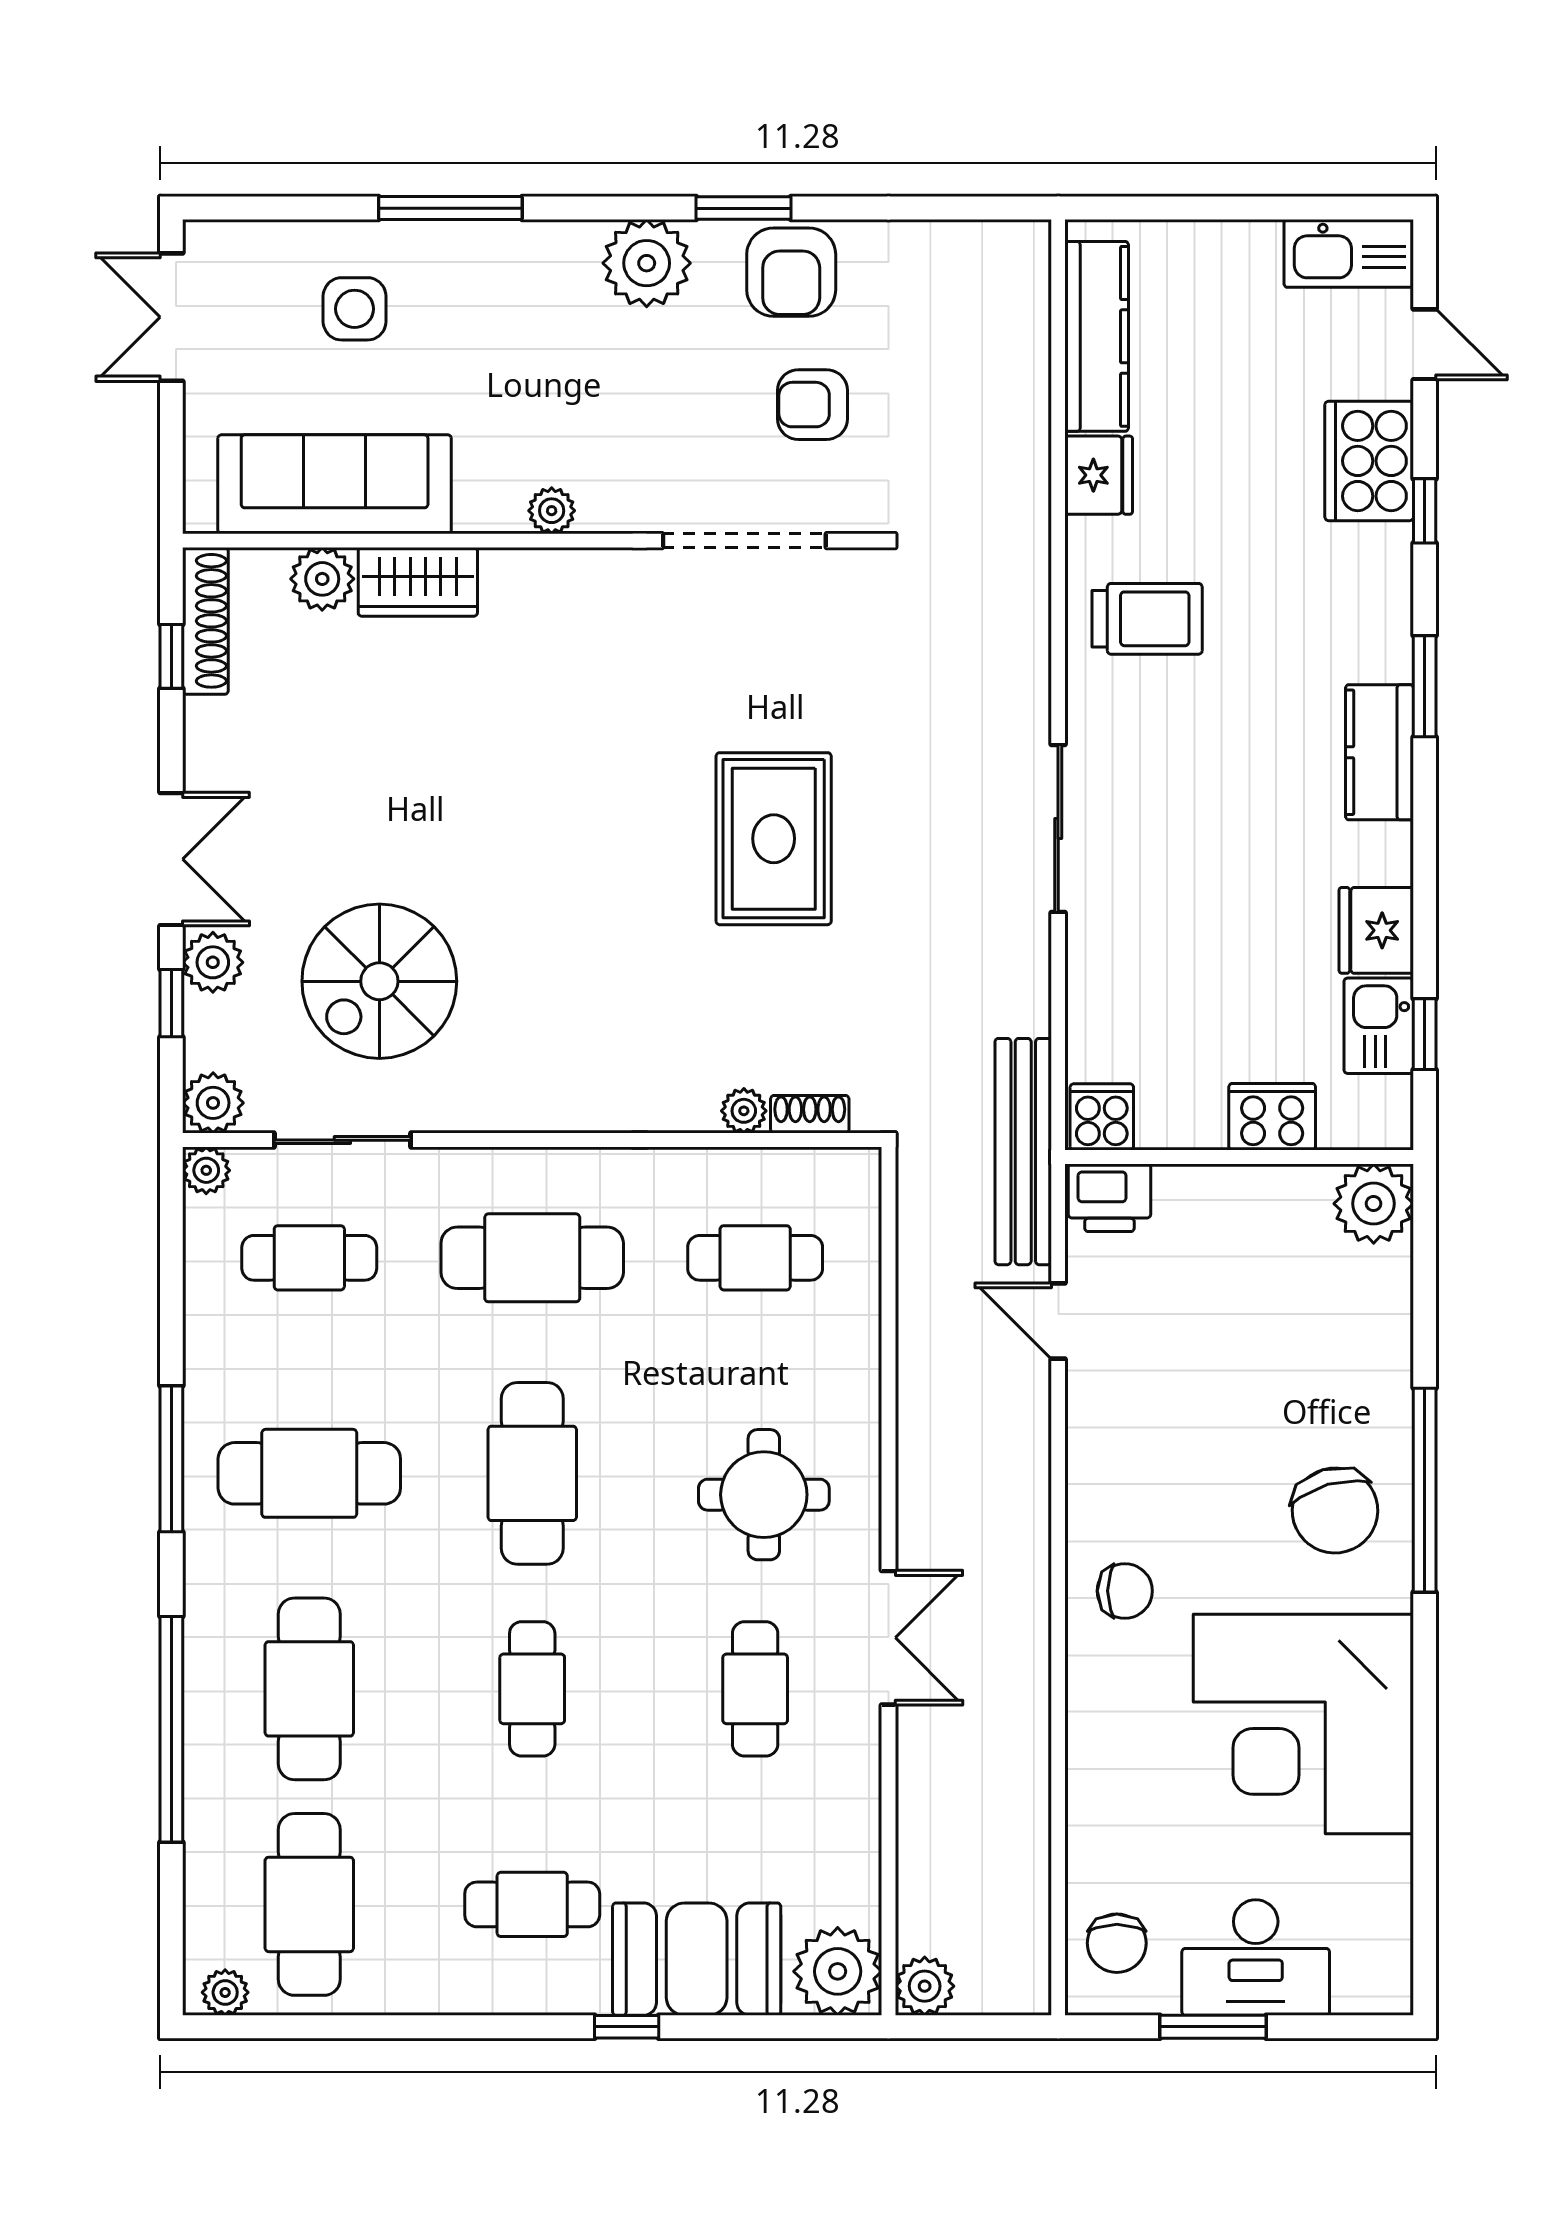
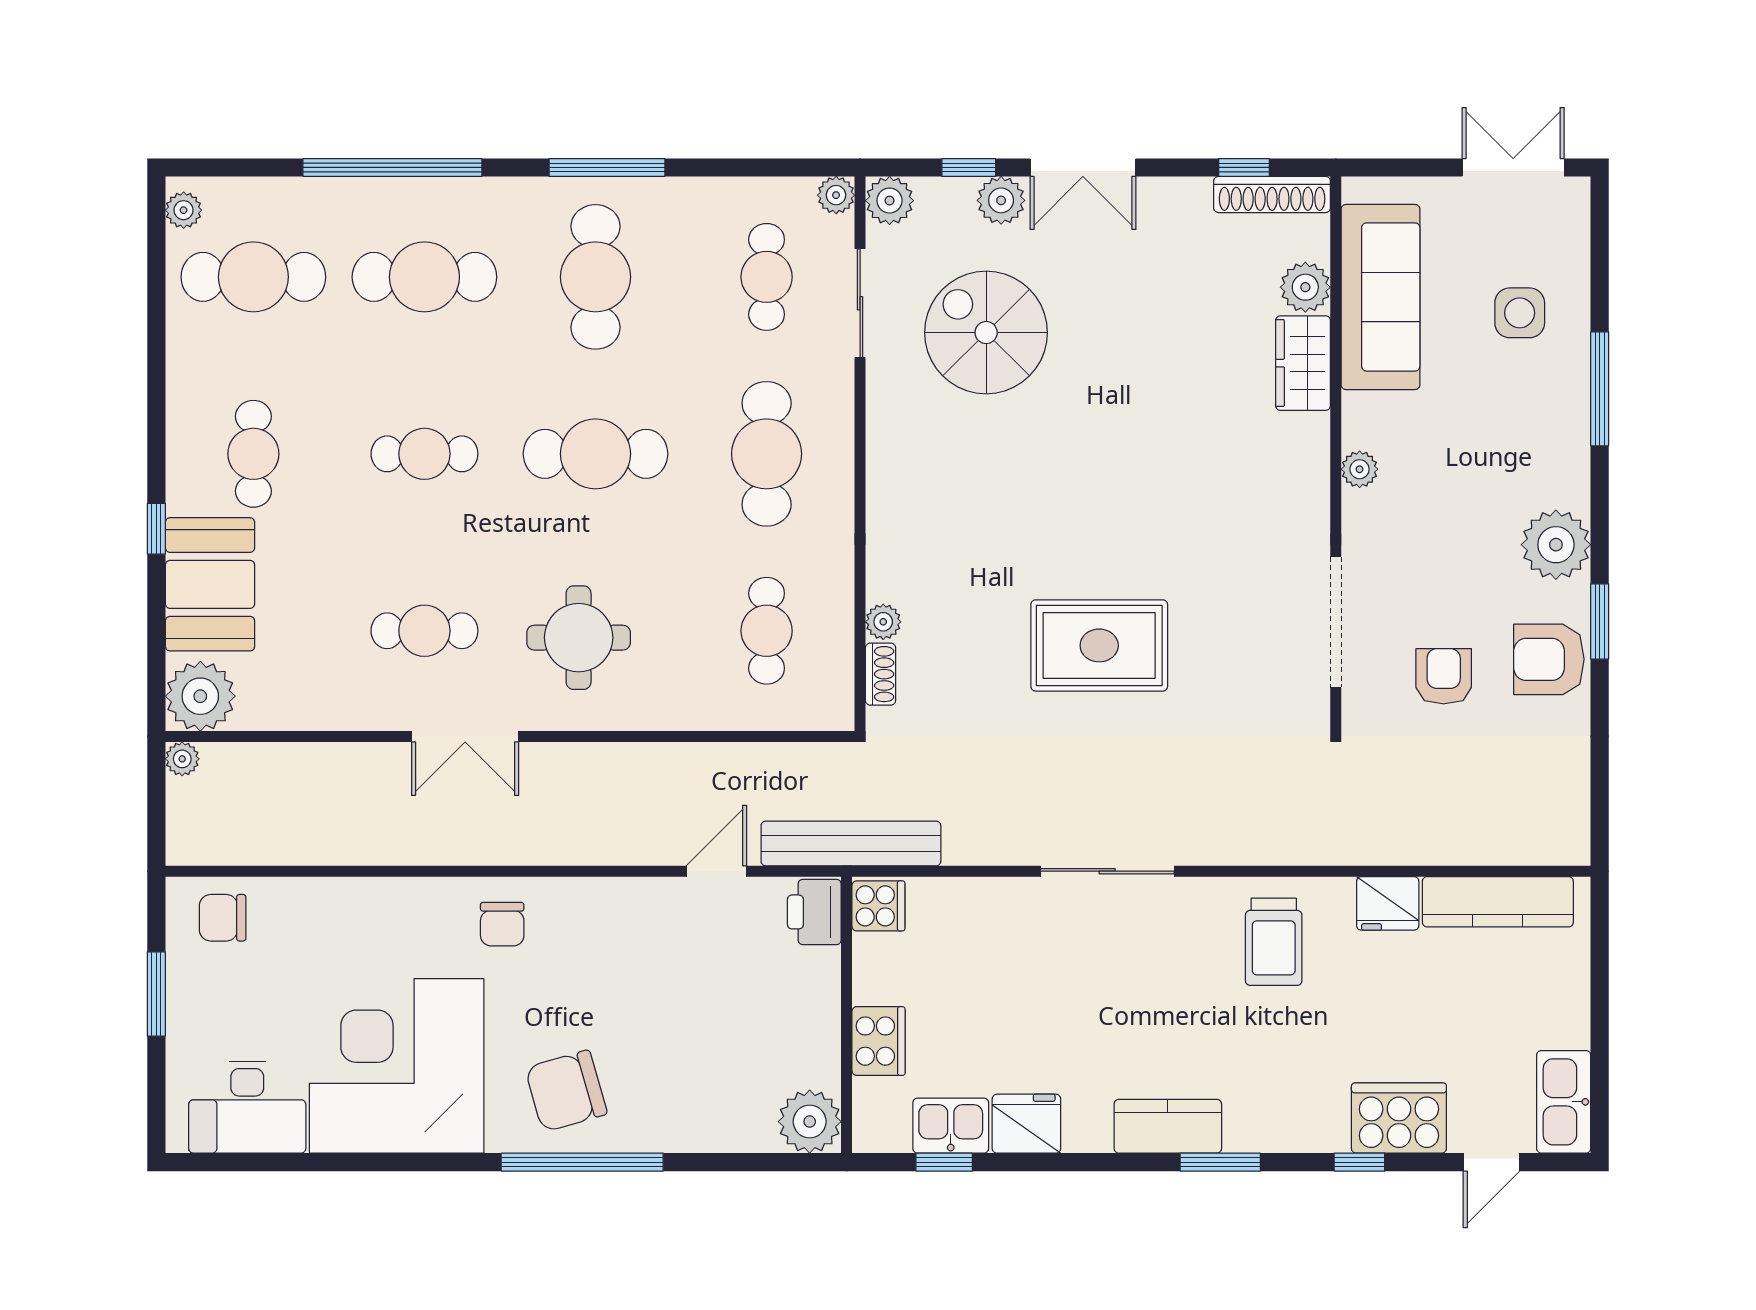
desk: (1256, 1958) -> (247, 1107), moved, turned -90
plant: (925, 1986) -> (182, 759), width x0.73, depth x0.73

